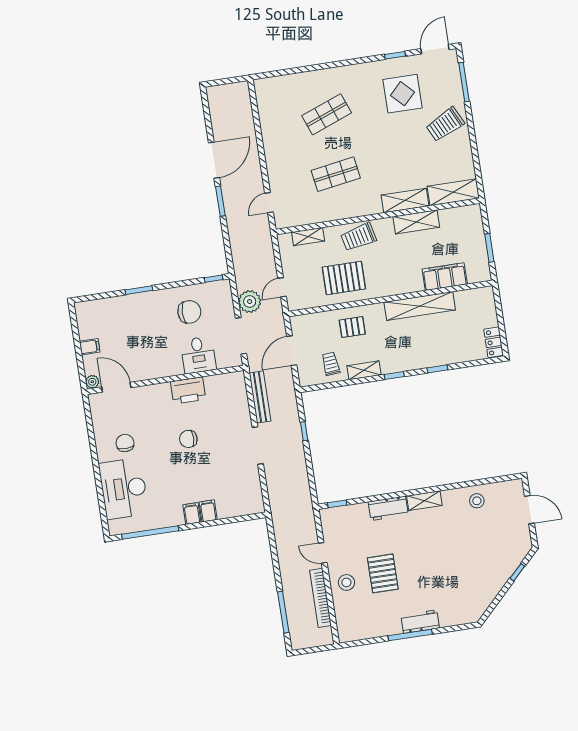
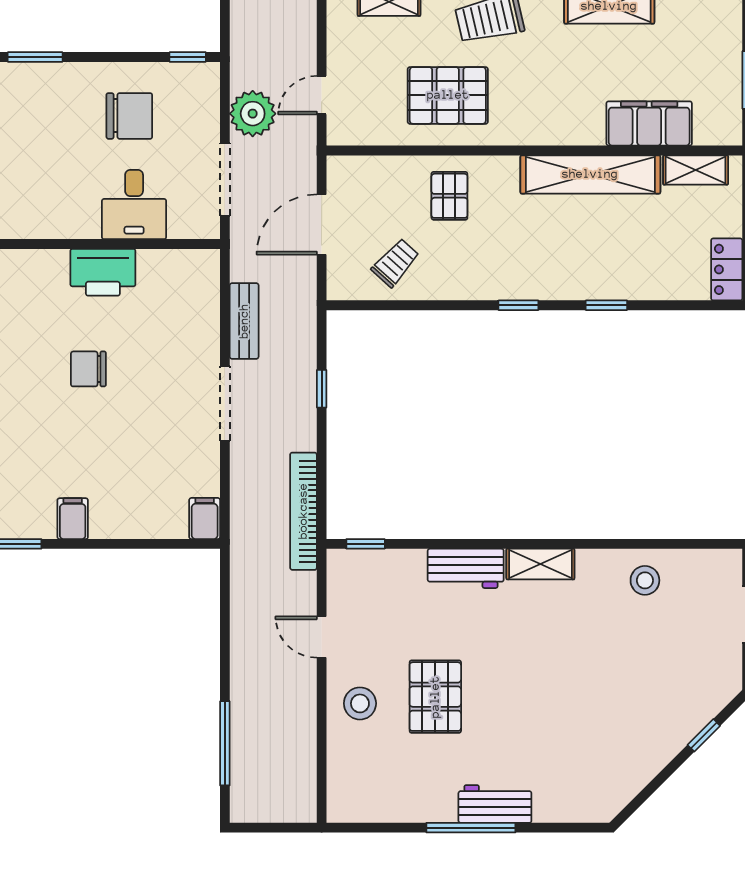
pallet: (352, 327) -> (449, 196), turned 90
trolley: (331, 364) -> (395, 263), turned 47
shelving: (364, 370) -> (696, 170), moved
bench: (260, 397) -> (244, 321), width x0.73
filing cabinet: (208, 511) -> (205, 518), moved
bookcase: (320, 598) -> (303, 511), moved

